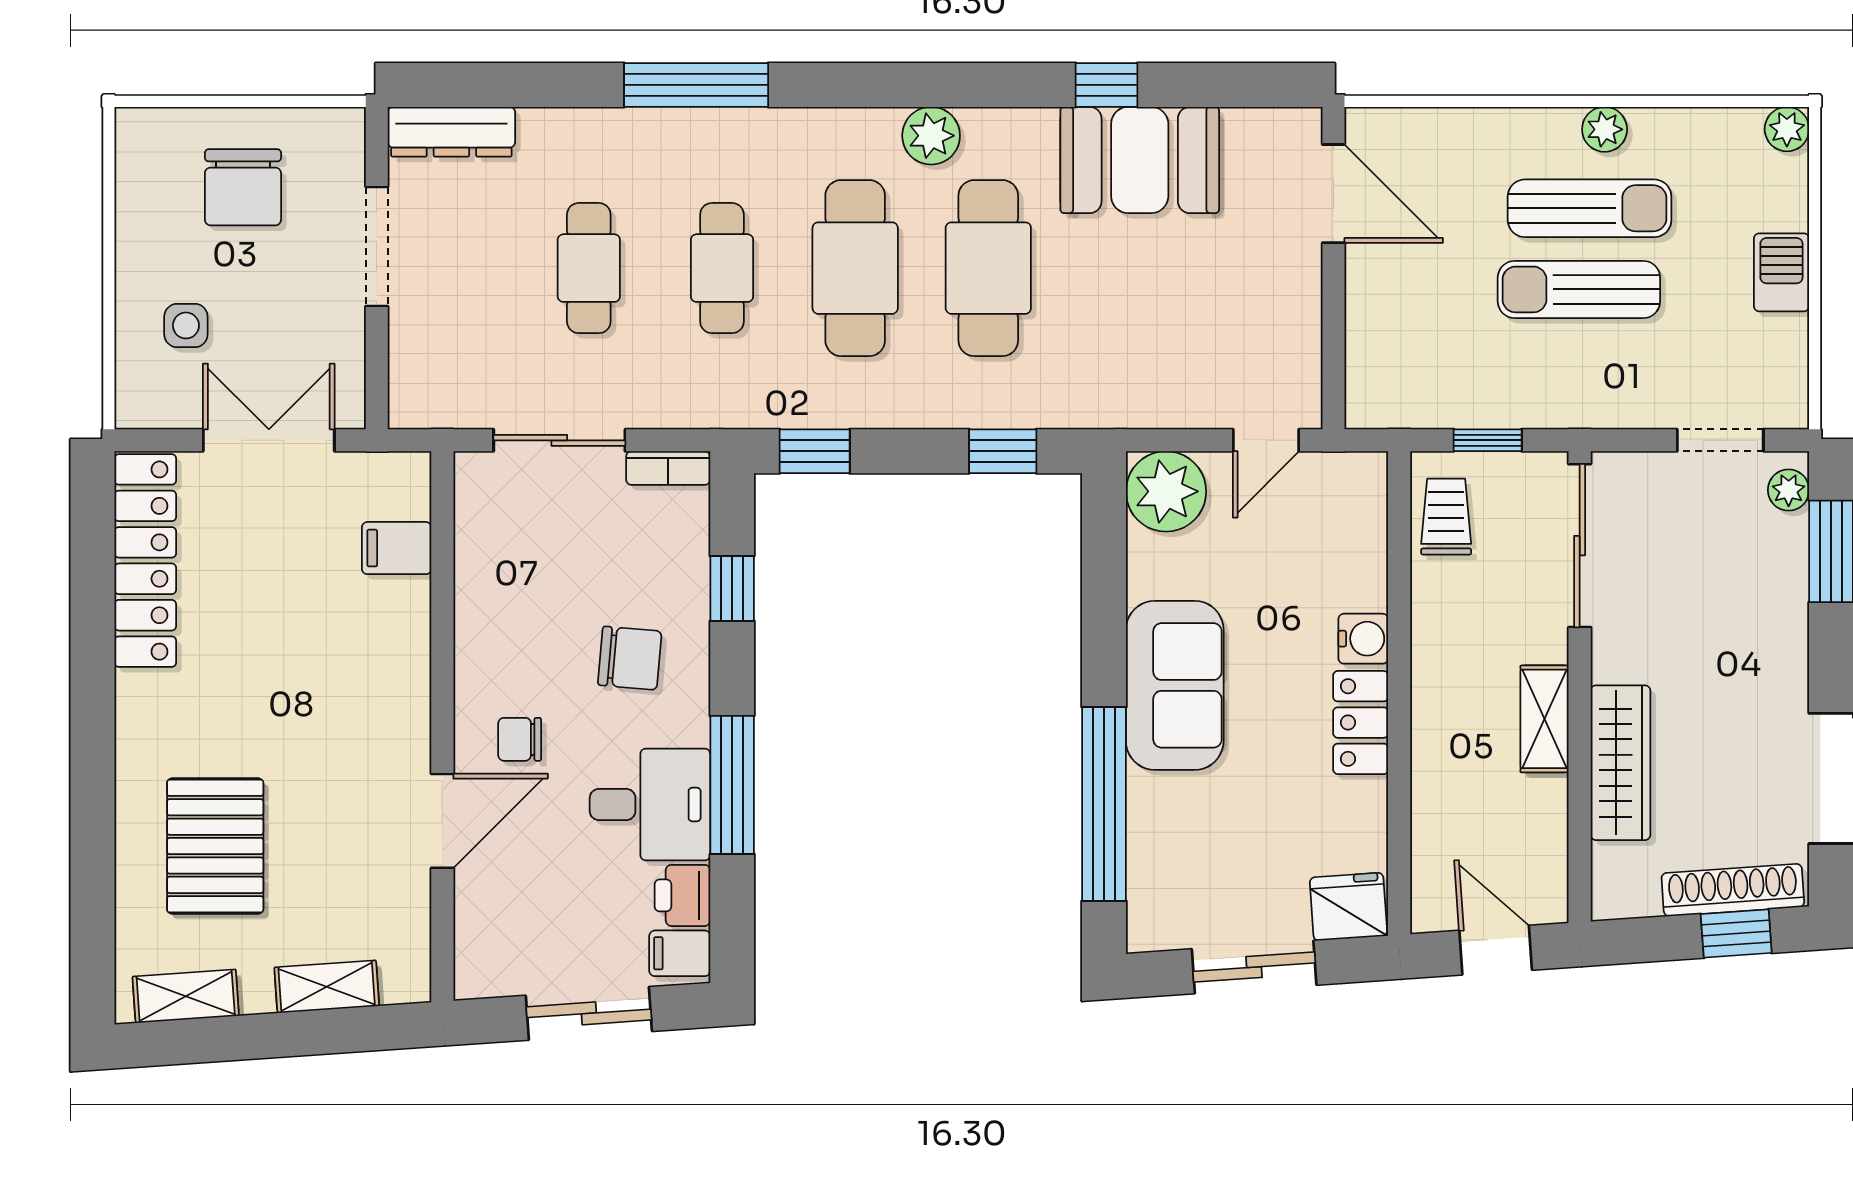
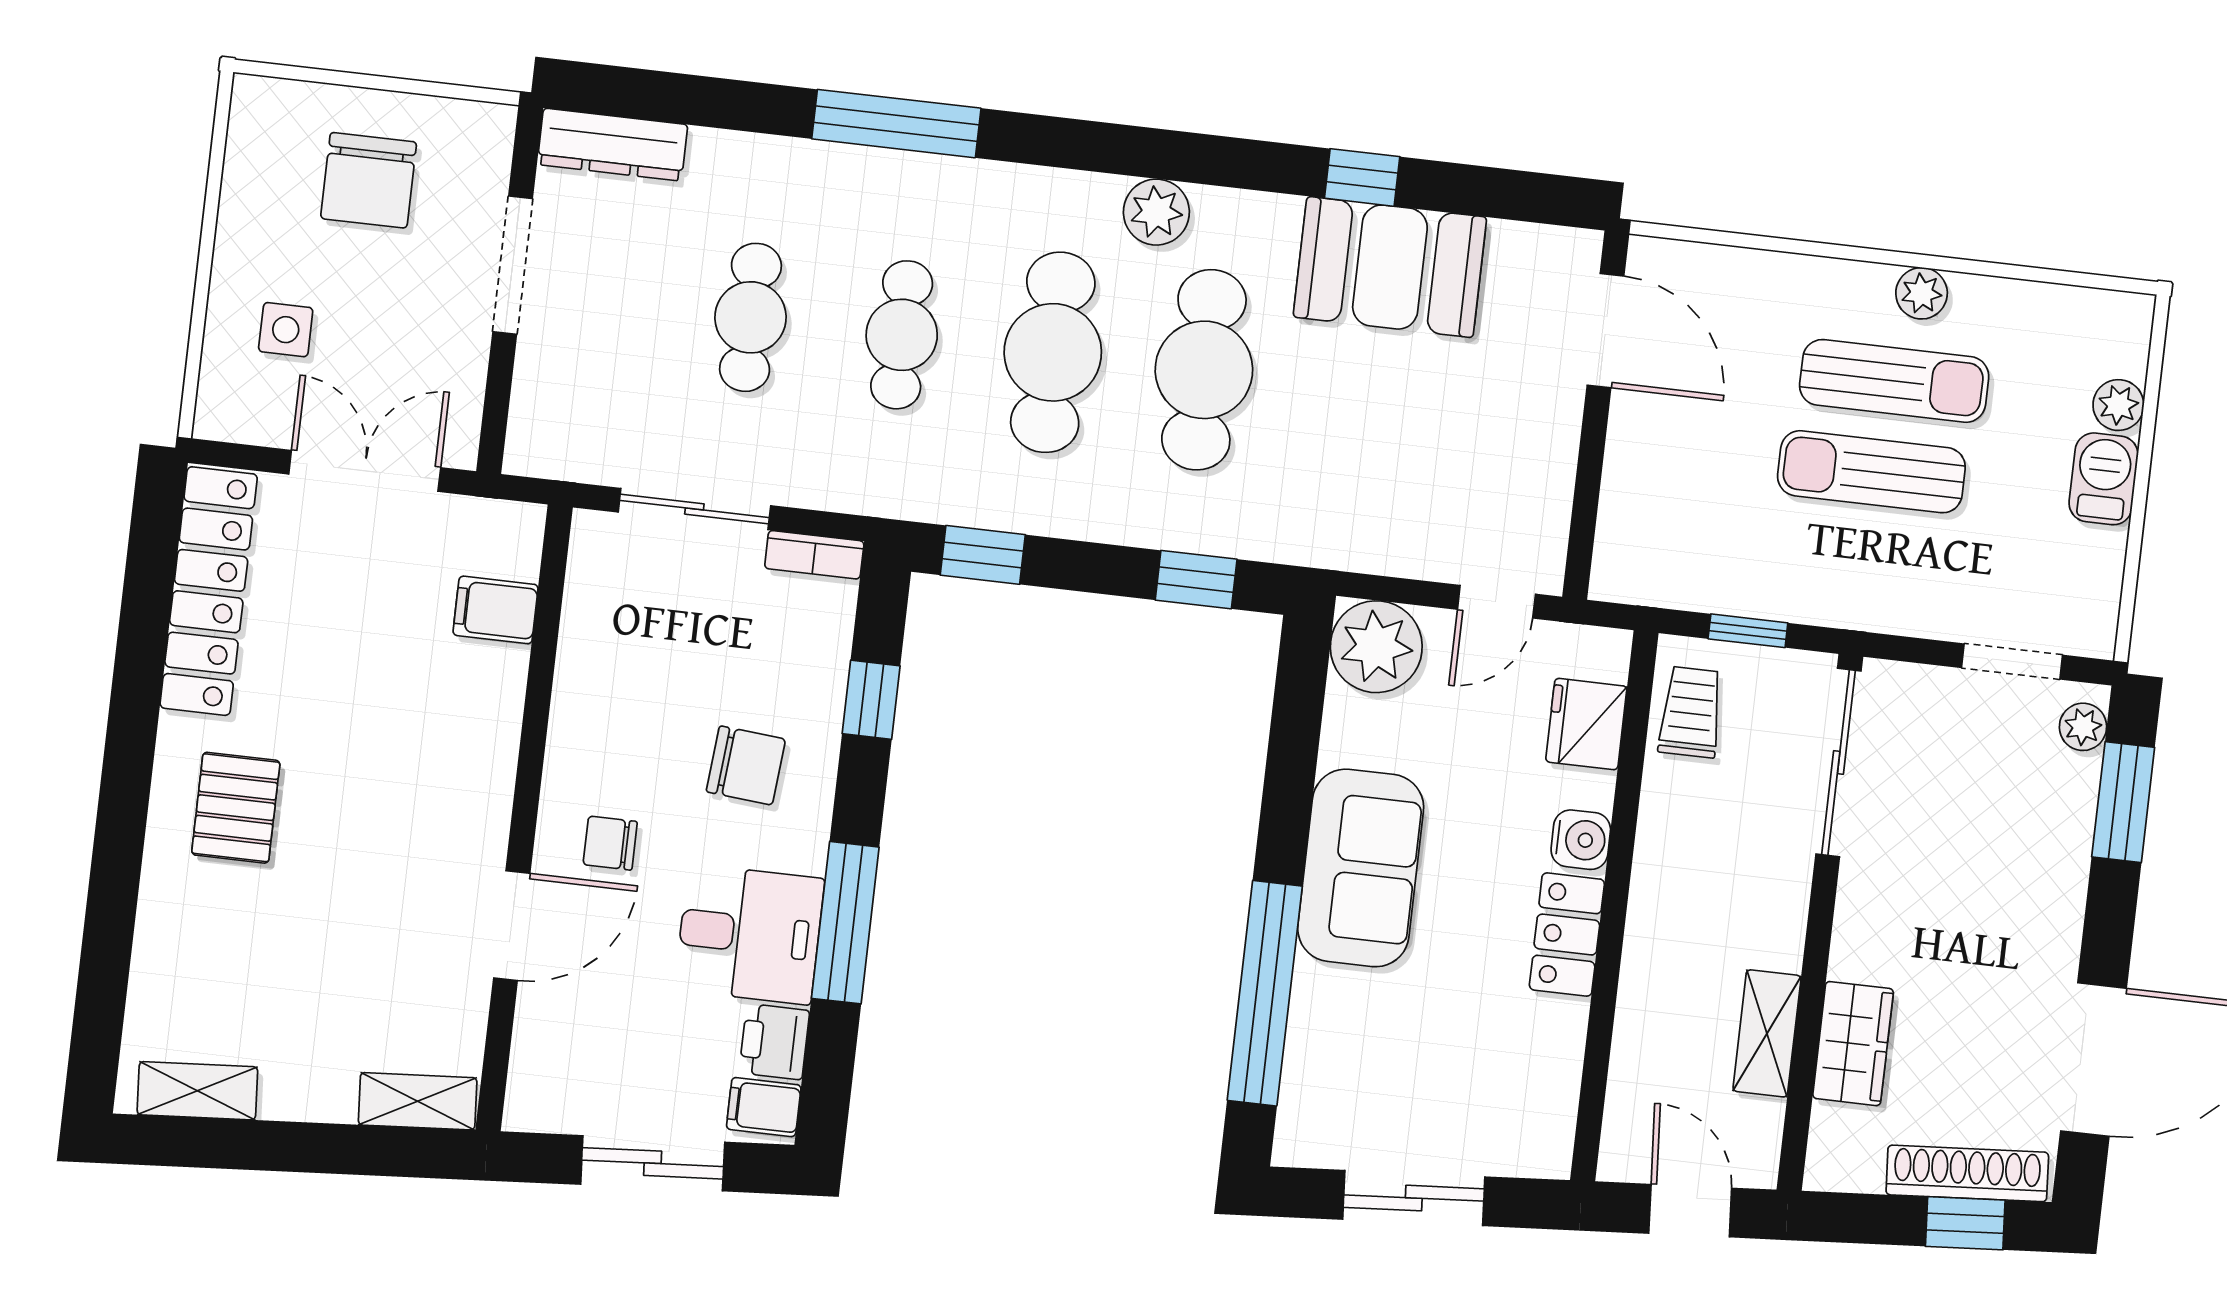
plant: (1787, 129) -> (2118, 405), moved
shelving: (1545, 719) -> (1767, 1033), moved
wardrobe: (1620, 763) -> (1853, 1044), width x0.67
pallet: (215, 846) -> (236, 808), moved, width x0.67, depth x0.71
fridge: (1348, 907) -> (1586, 724), moved, turned -86
shelving: (327, 987) -> (418, 1101), moved

